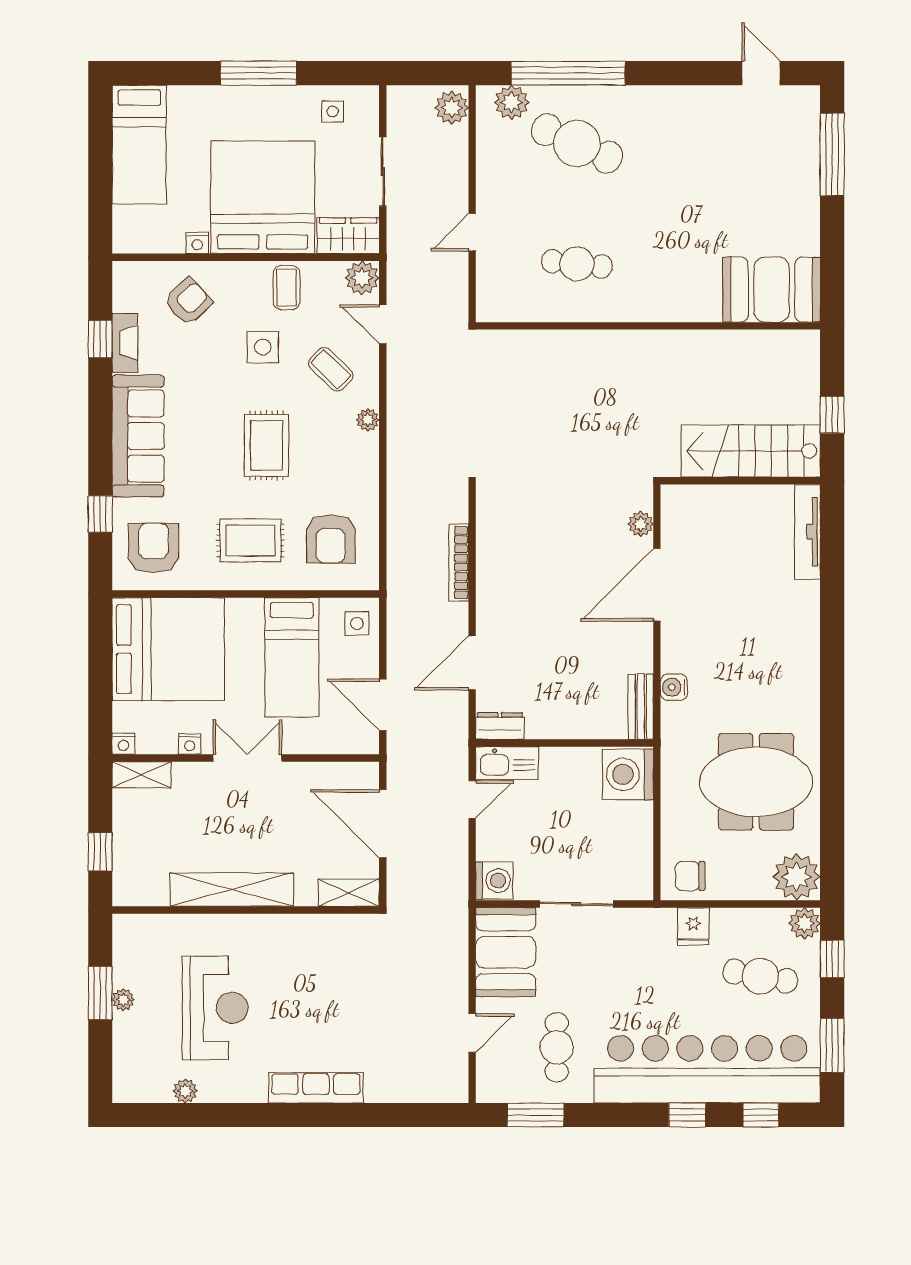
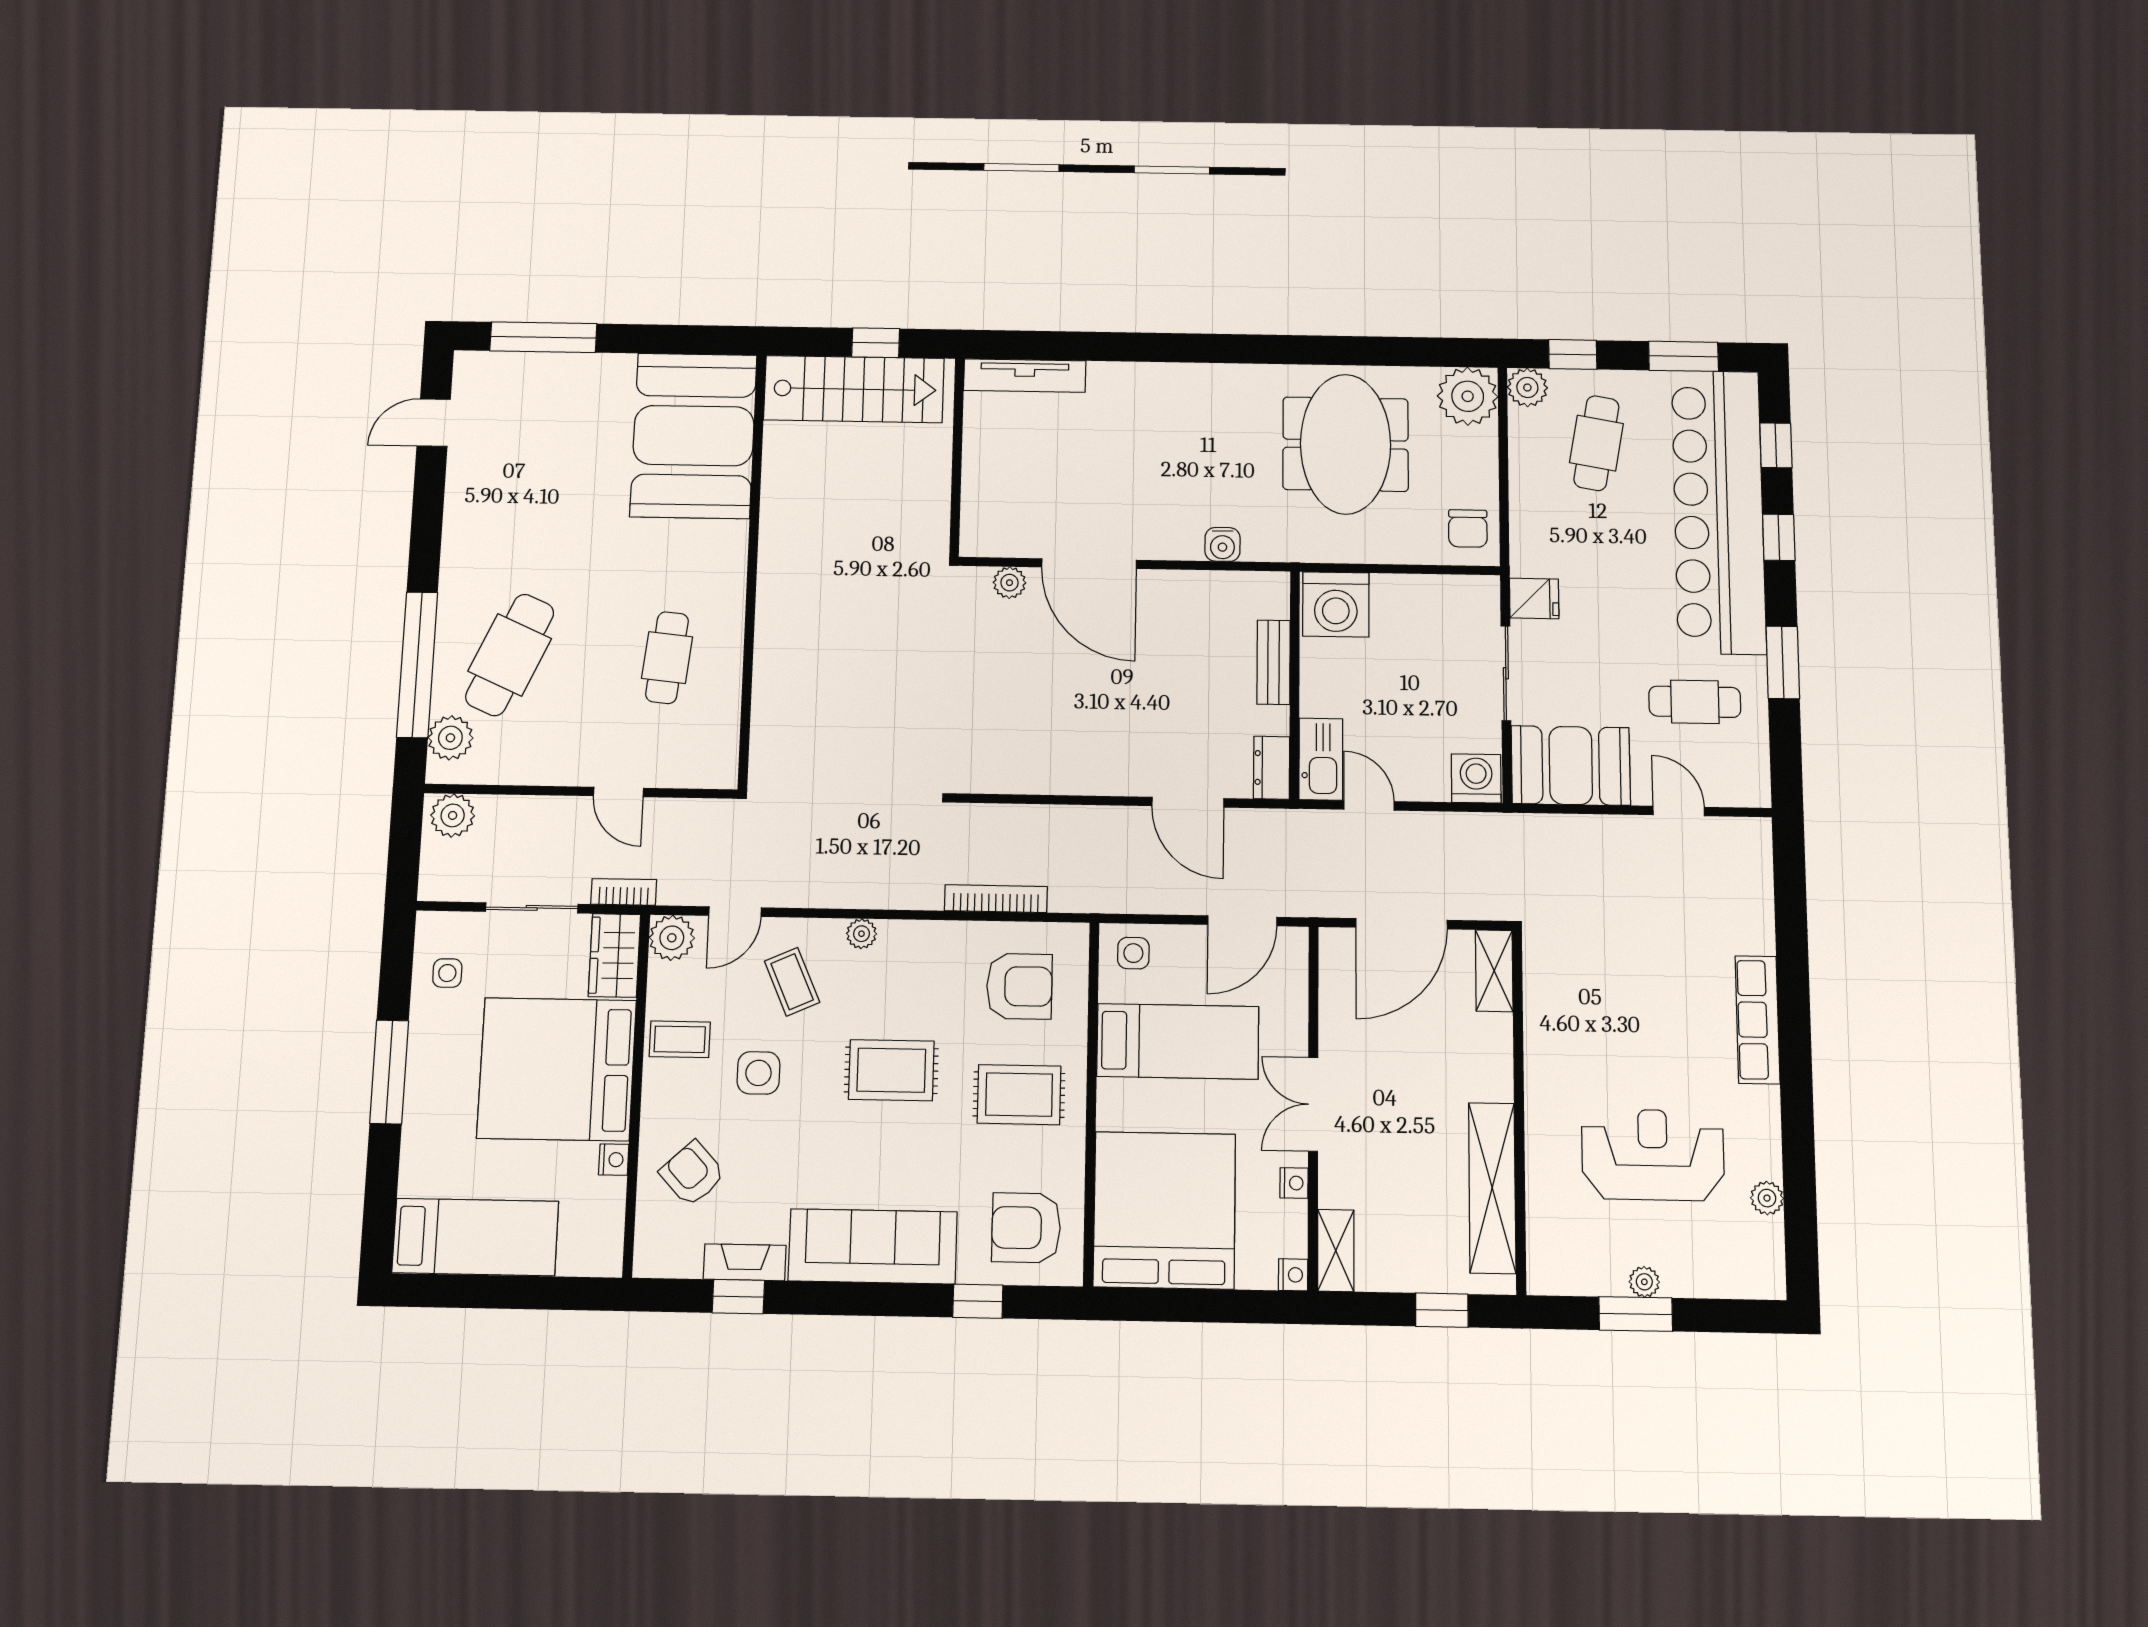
bookcase: (396, 240) -> (624, 892), added
booth: (772, 290) -> (694, 436), width x1.36, depth x1.42
coffee table: (331, 369) -> (792, 982), turned -68
stairs: (751, 451) -> (854, 389), moved, turned -90
rug: (250, 541) -> (1019, 1095), turned 90
bookcase: (459, 563) -> (996, 899), moved, turned 180
bench: (641, 707) -> (1274, 662), moved, turned 90
shelving: (232, 890) -> (1492, 1188), moved
fridge: (693, 926) -> (1534, 598), moved
window: (536, 1115) -> (1783, 662), moved

